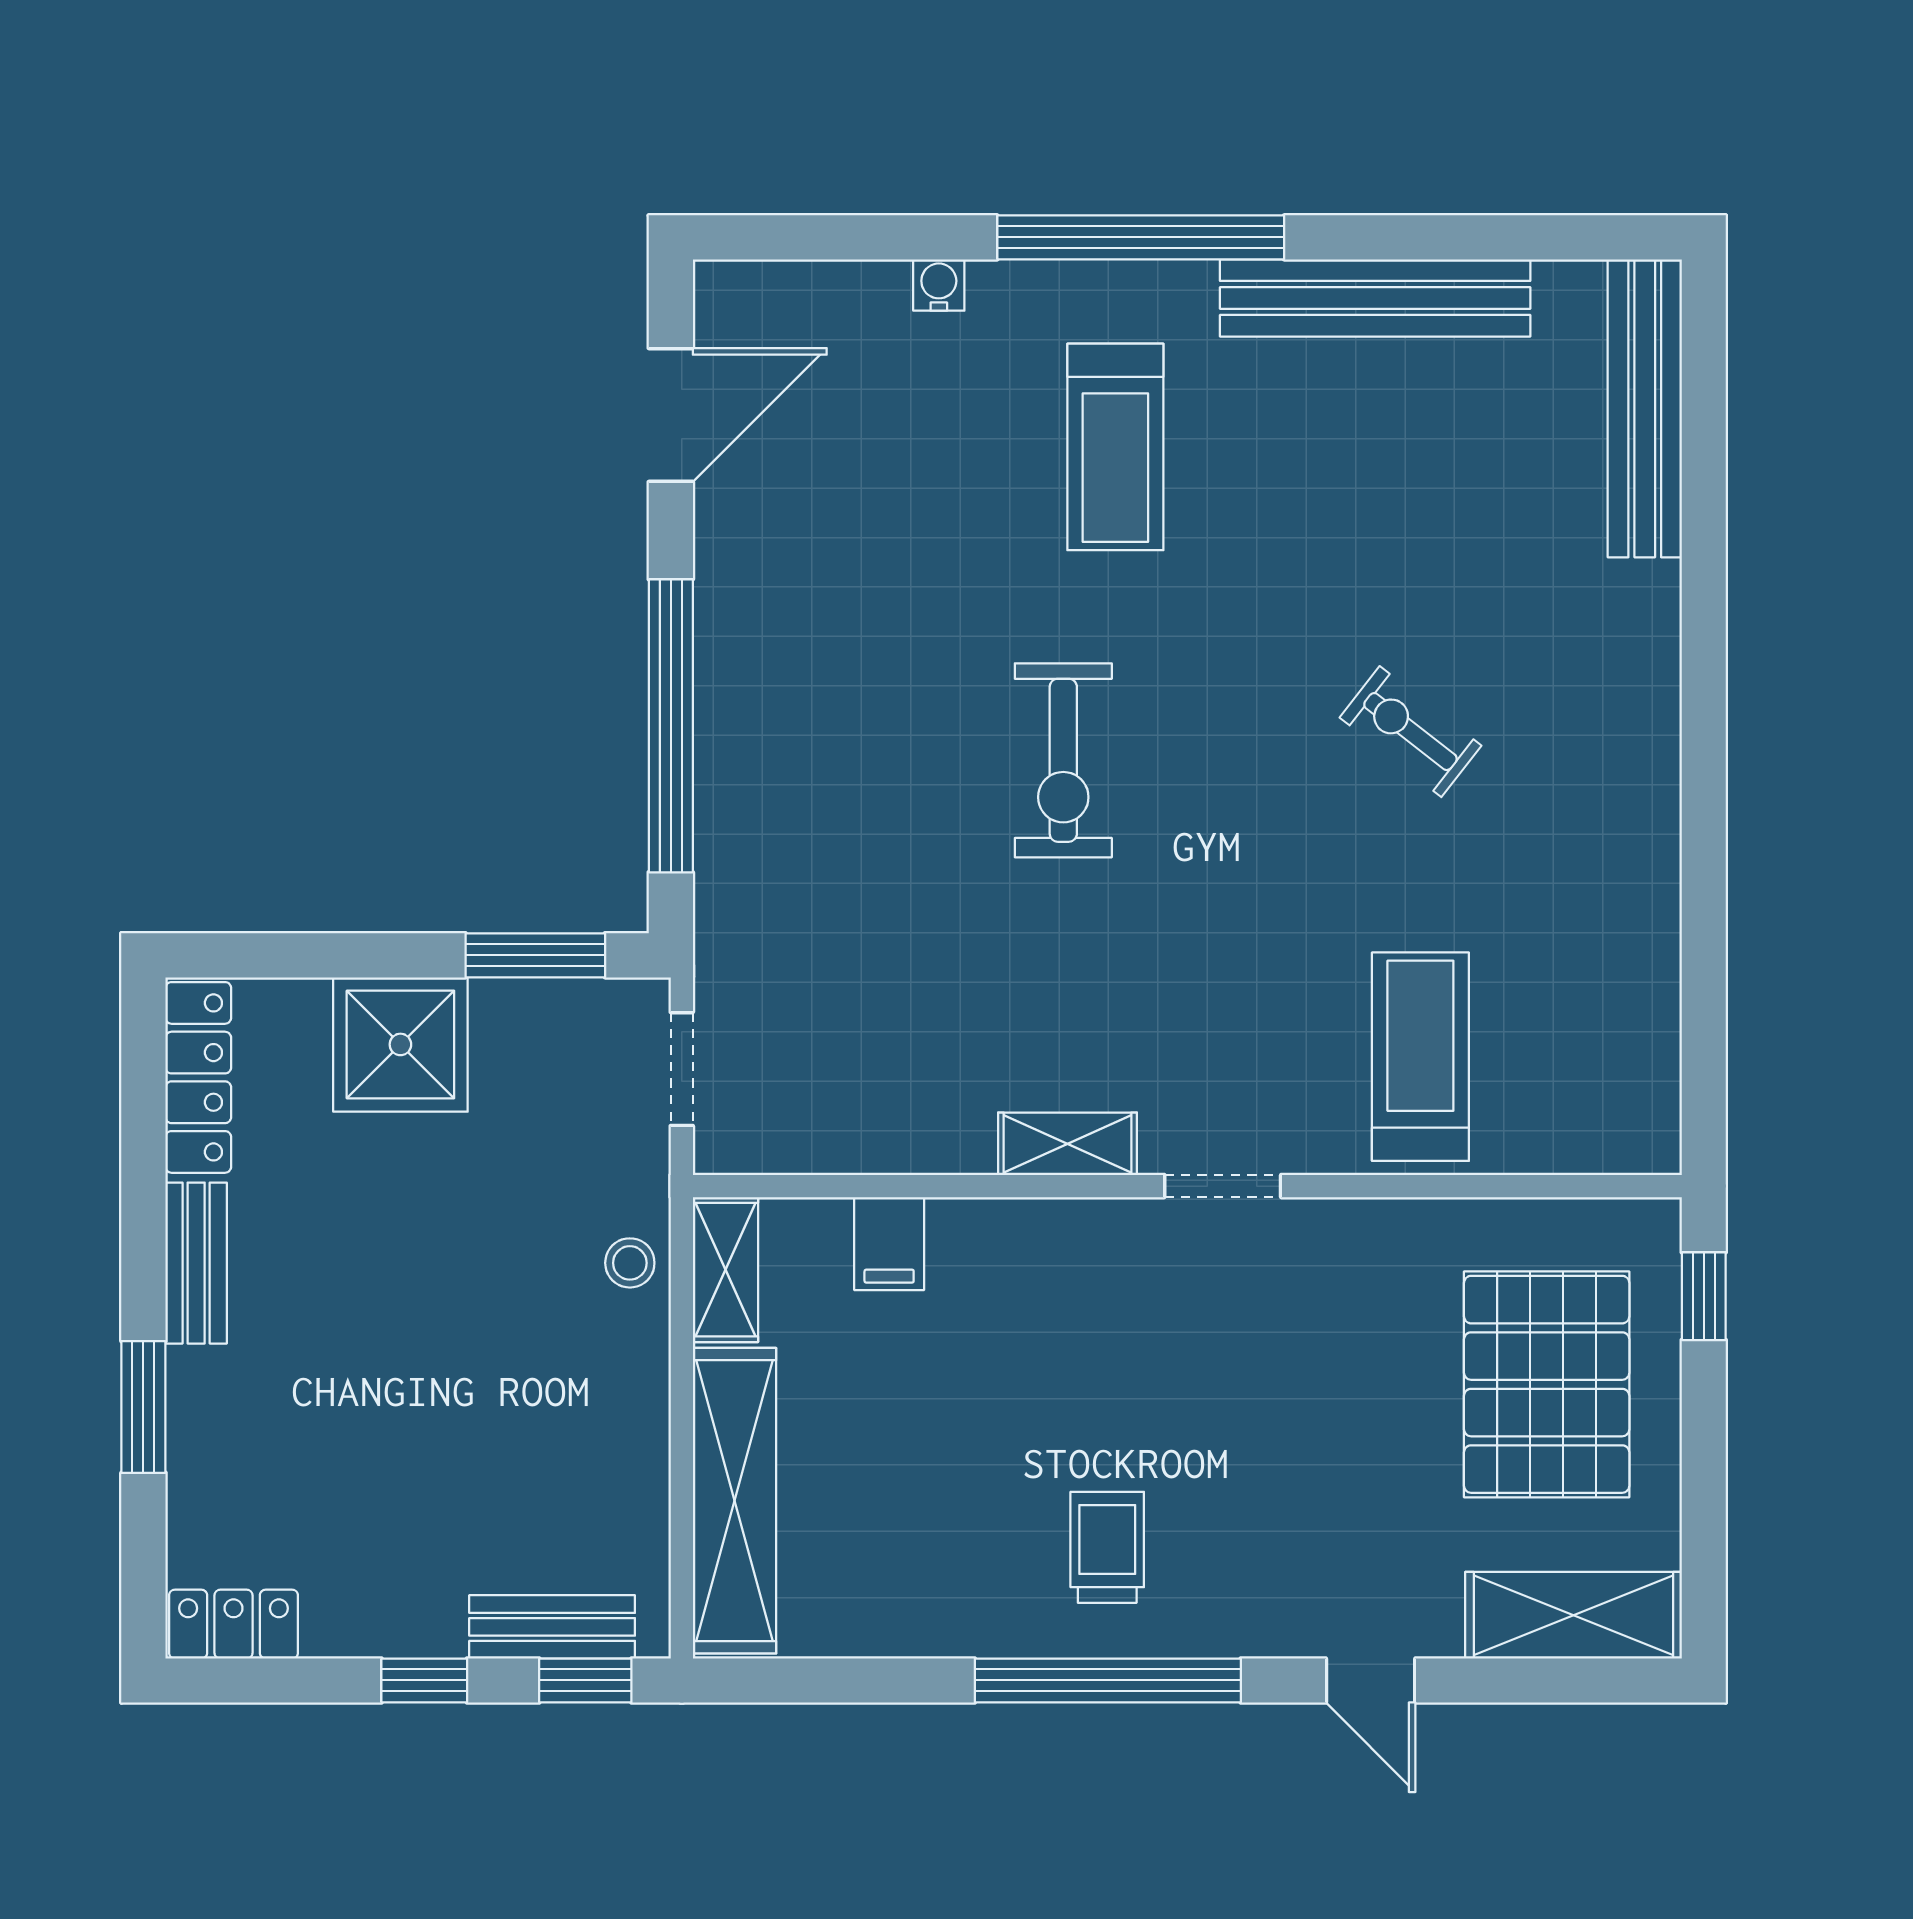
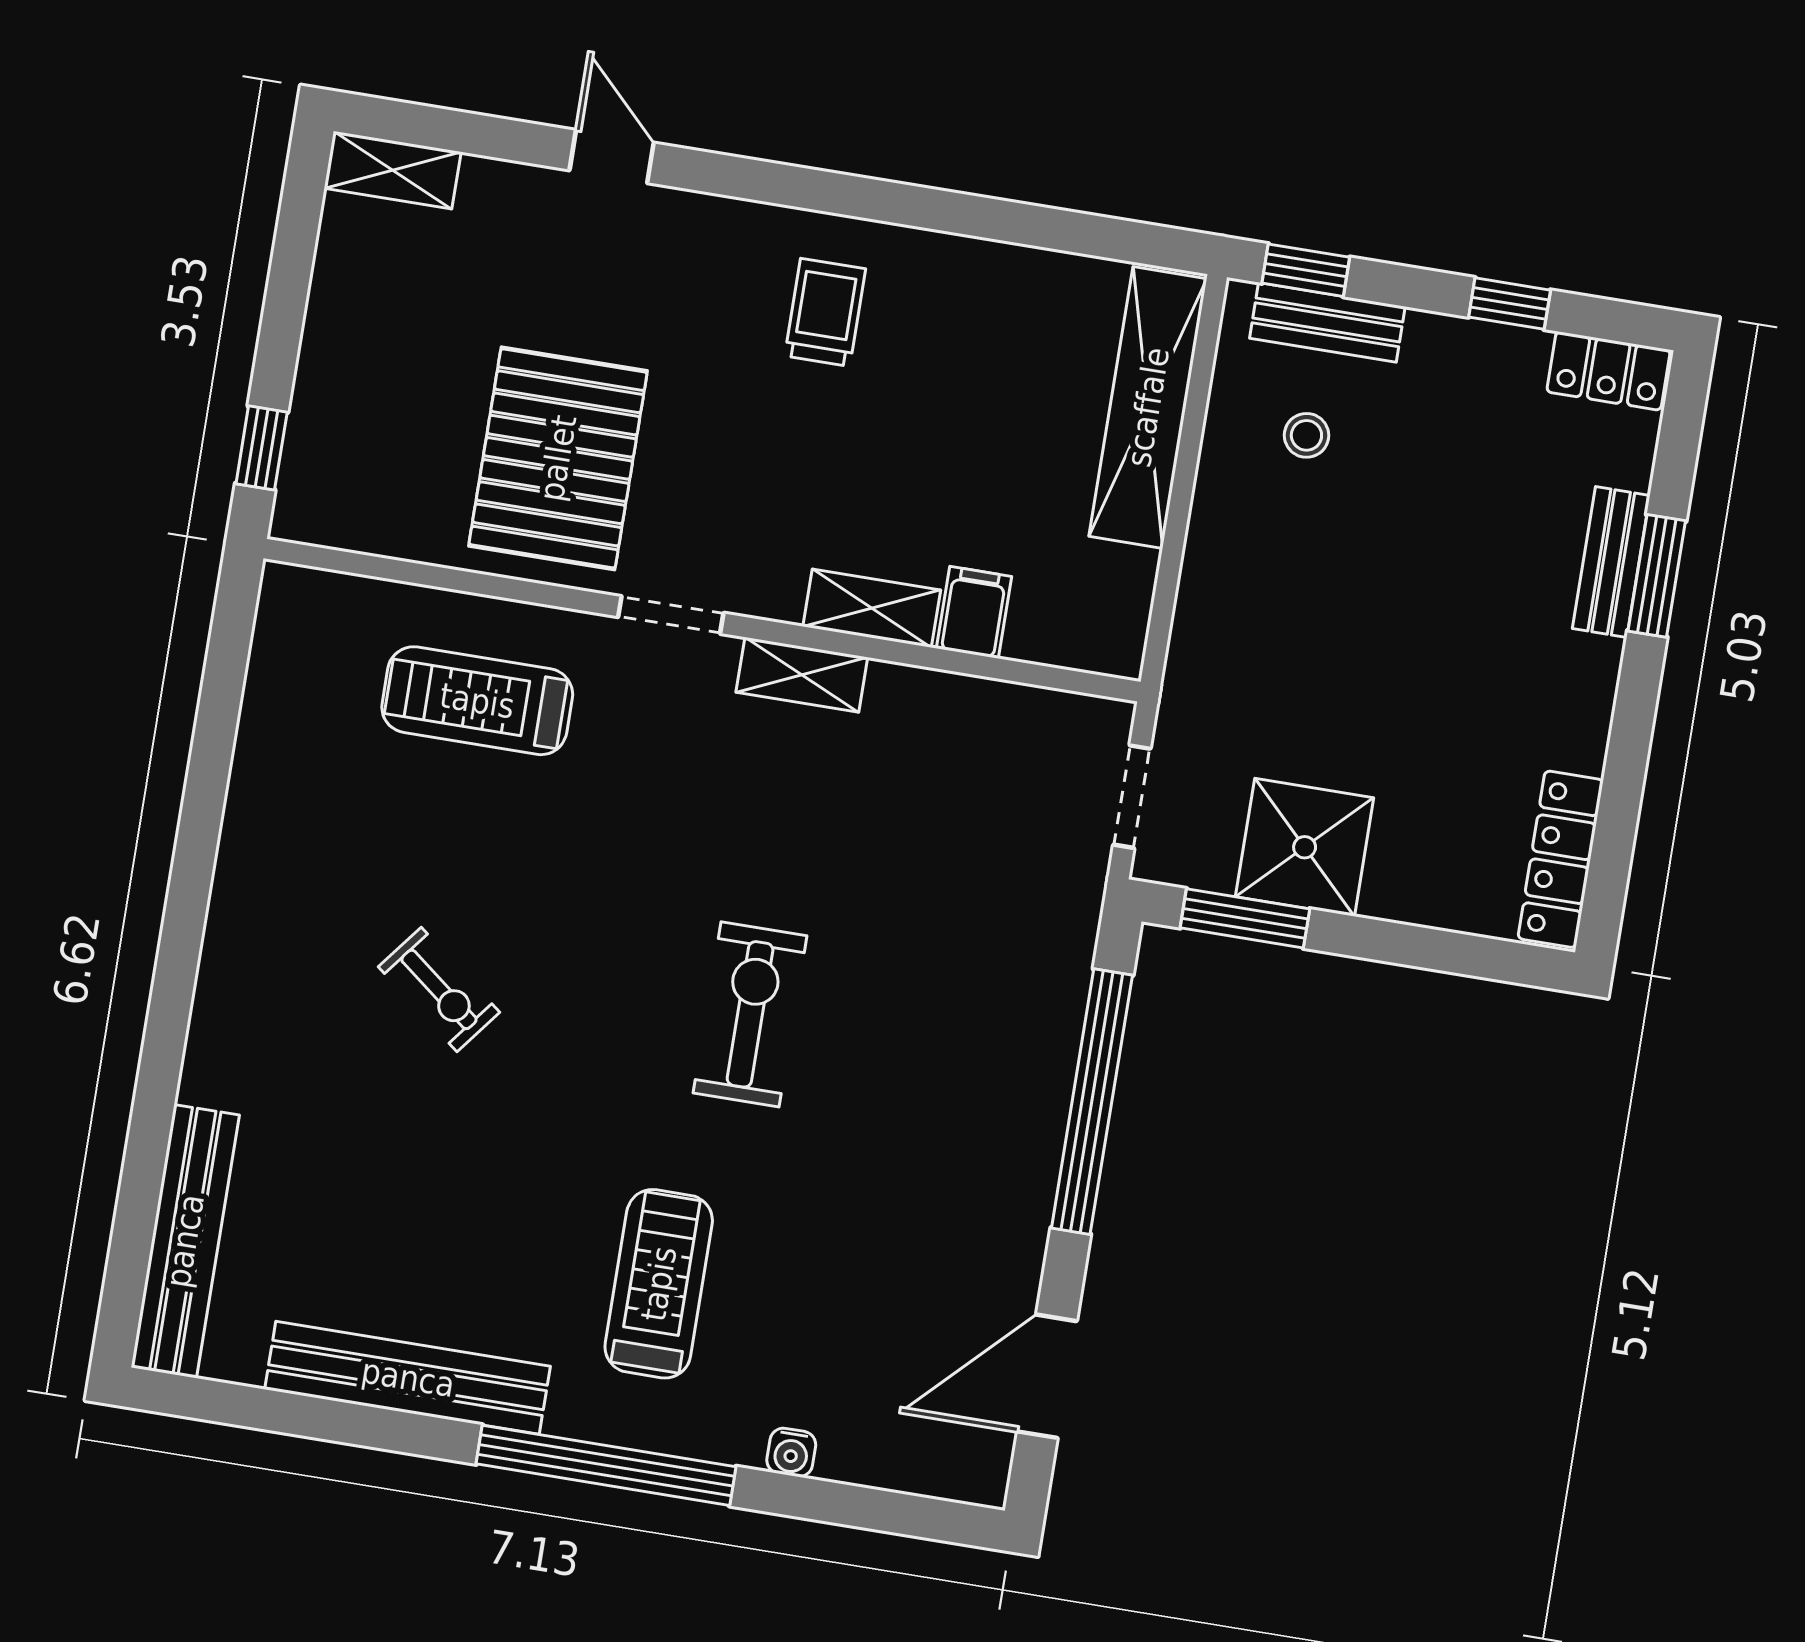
shower: (400, 1044) -> (1305, 847), moved
treadmill: (1420, 1057) -> (477, 701), turned 90
bench: (196, 1263) -> (1611, 562), moved
stool: (630, 1263) -> (1306, 435), moved
shelving: (725, 1270) -> (872, 608), moved, turned 90
pallet: (1547, 1384) -> (558, 458), moved
trolley: (1107, 1547) -> (825, 312), turned 180
shelving: (1573, 1615) -> (393, 170), width x0.67, depth x0.75
window: (424, 1680) -> (1510, 304), moved
window: (1108, 1680) -> (844, 195), removed

